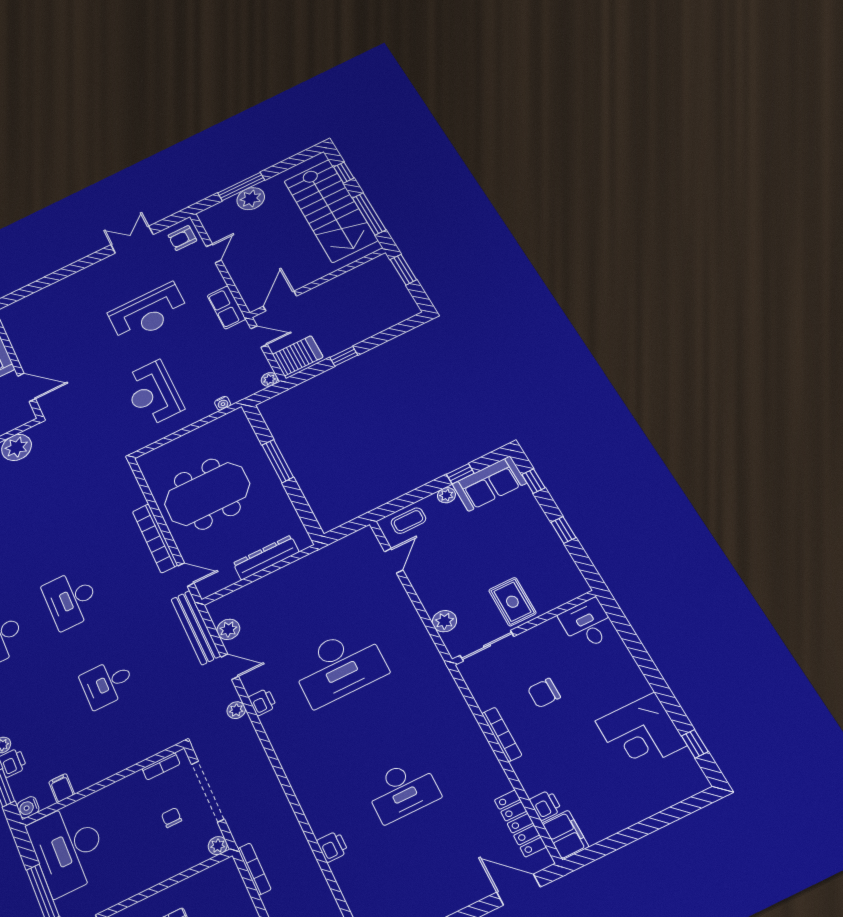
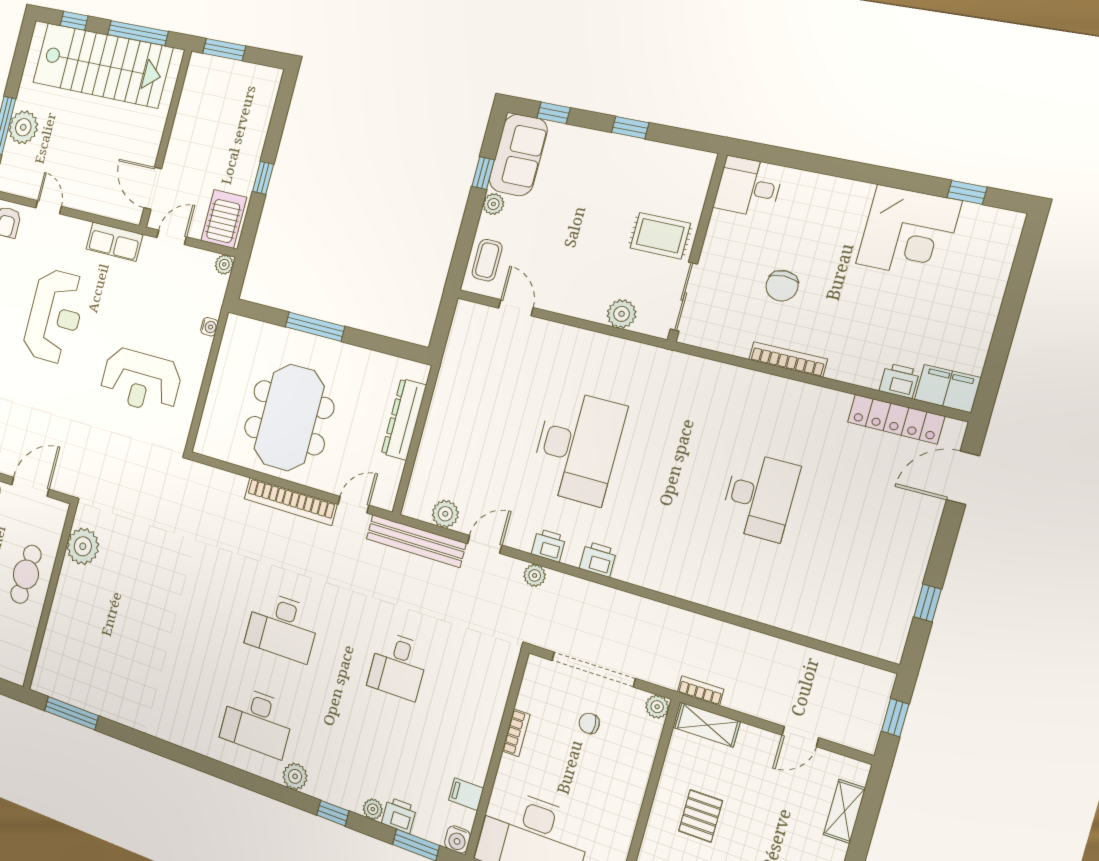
bookcase: (161, 766) -> (516, 733), moved
printer: (332, 846) -> (598, 559), moved
bookcase: (254, 869) -> (701, 691), width x0.64
shelving: (233, 882) -> (707, 725), added

